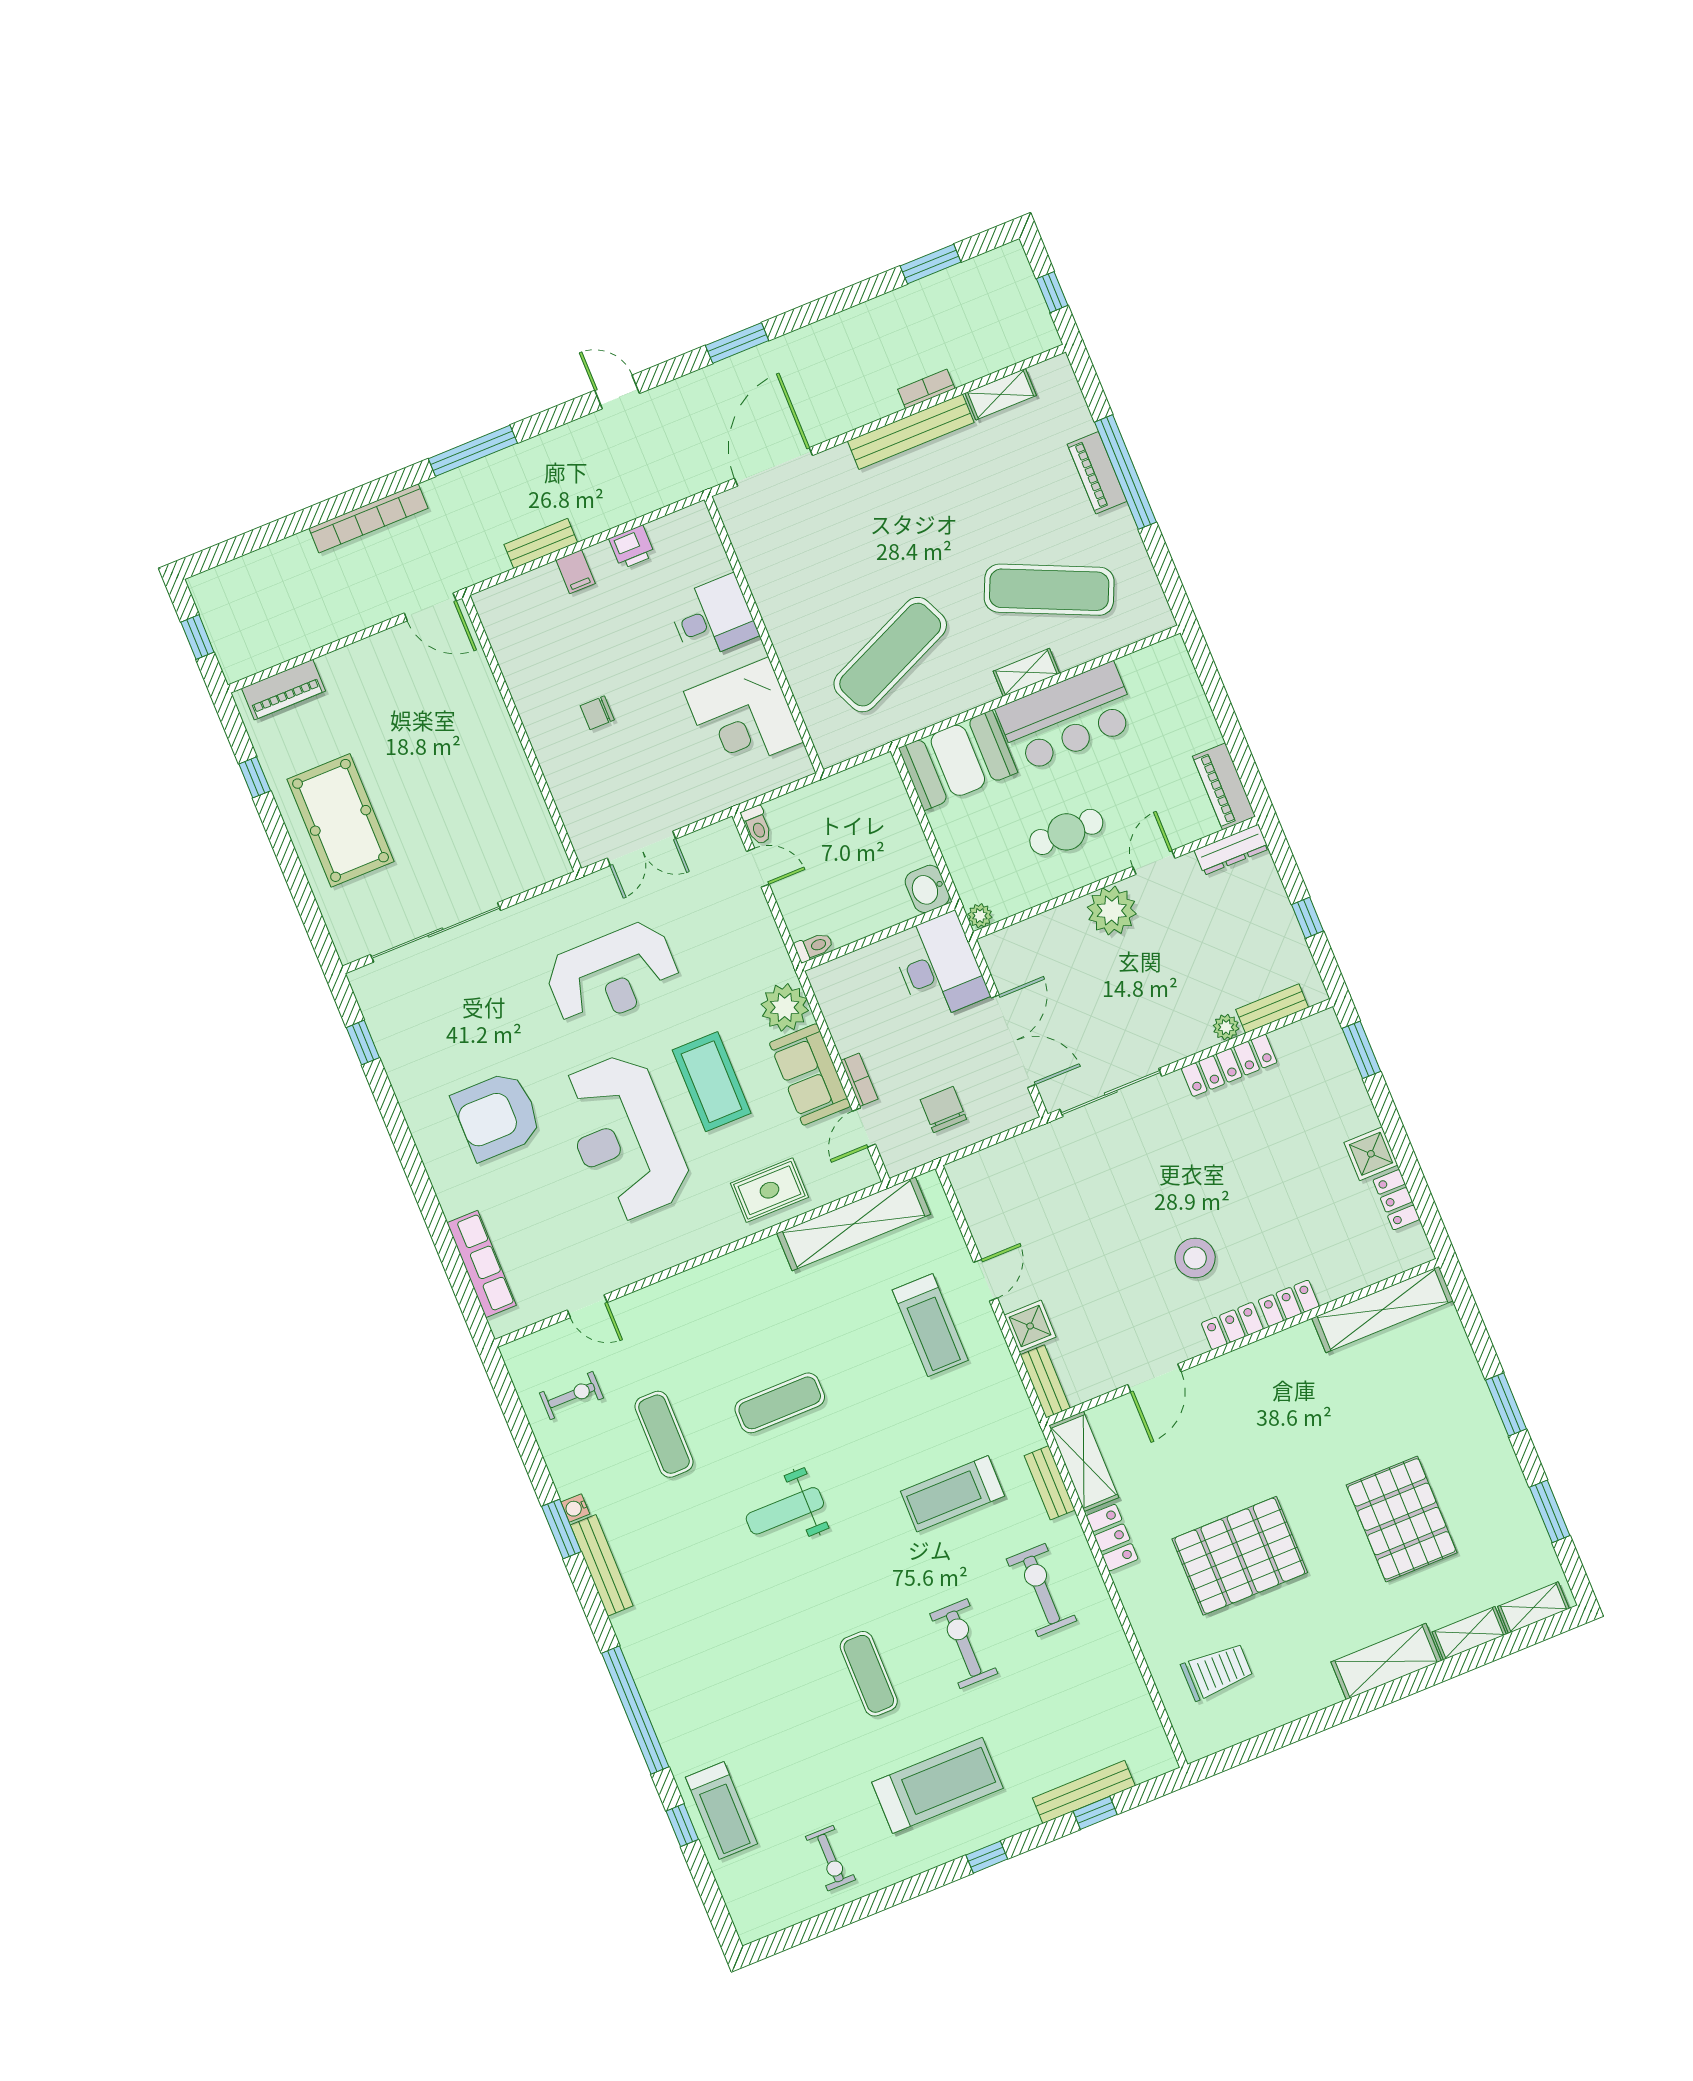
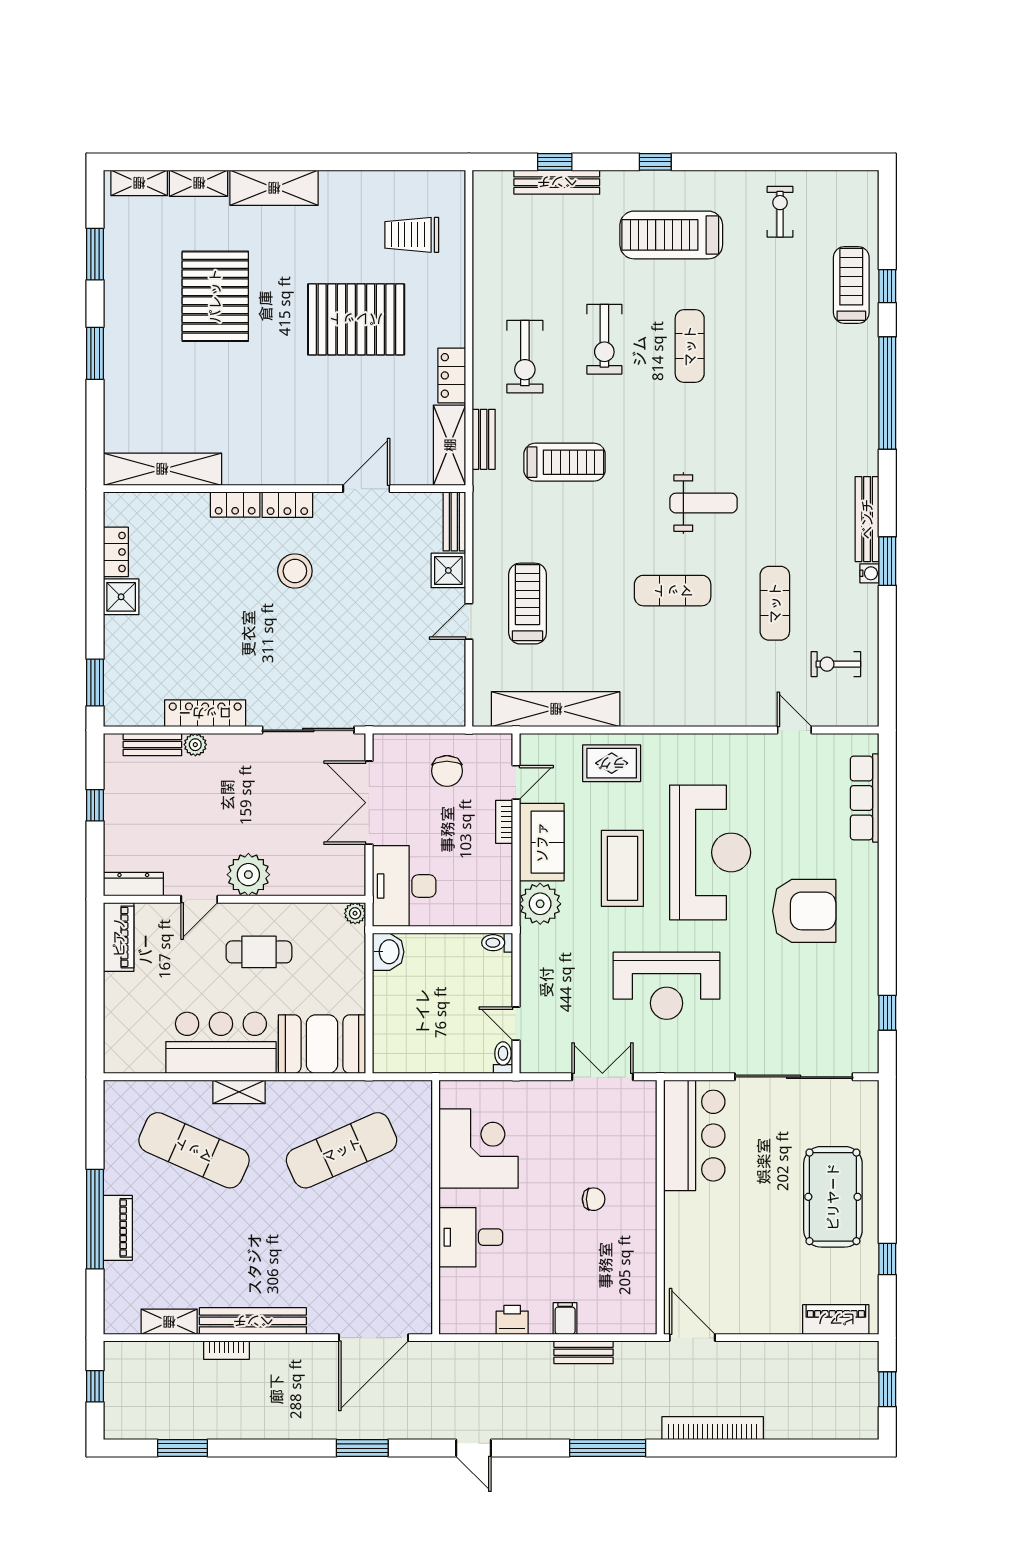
bar counter: (517, 825) -> (694, 1136), added
reception desk: (612, 975) -> (667, 986), turned 180

